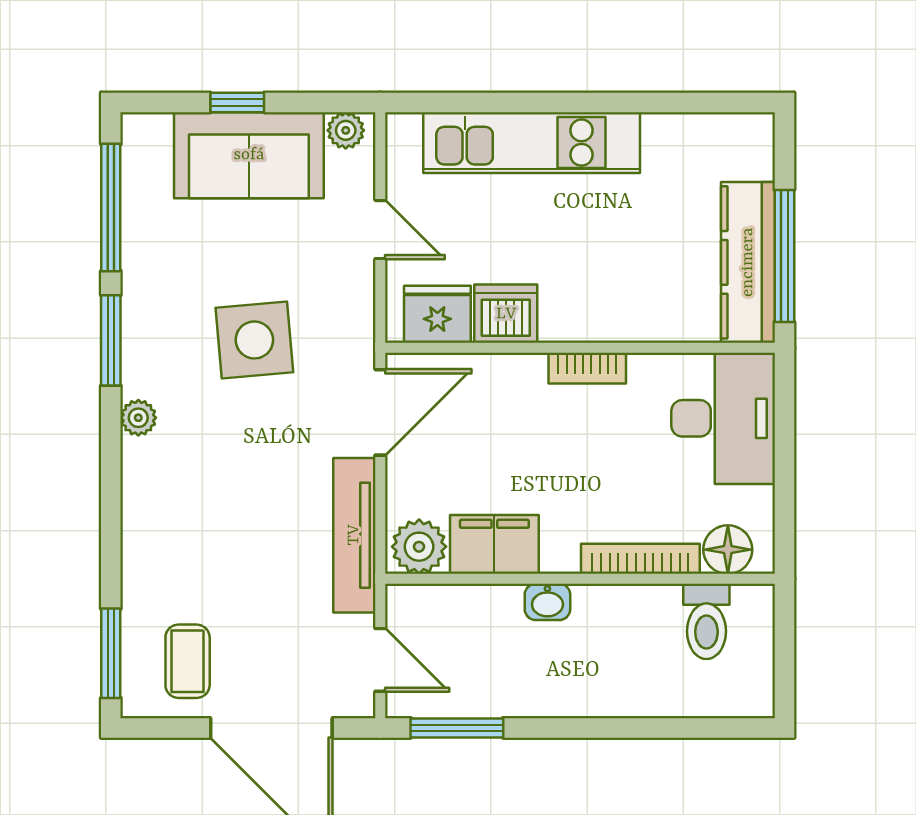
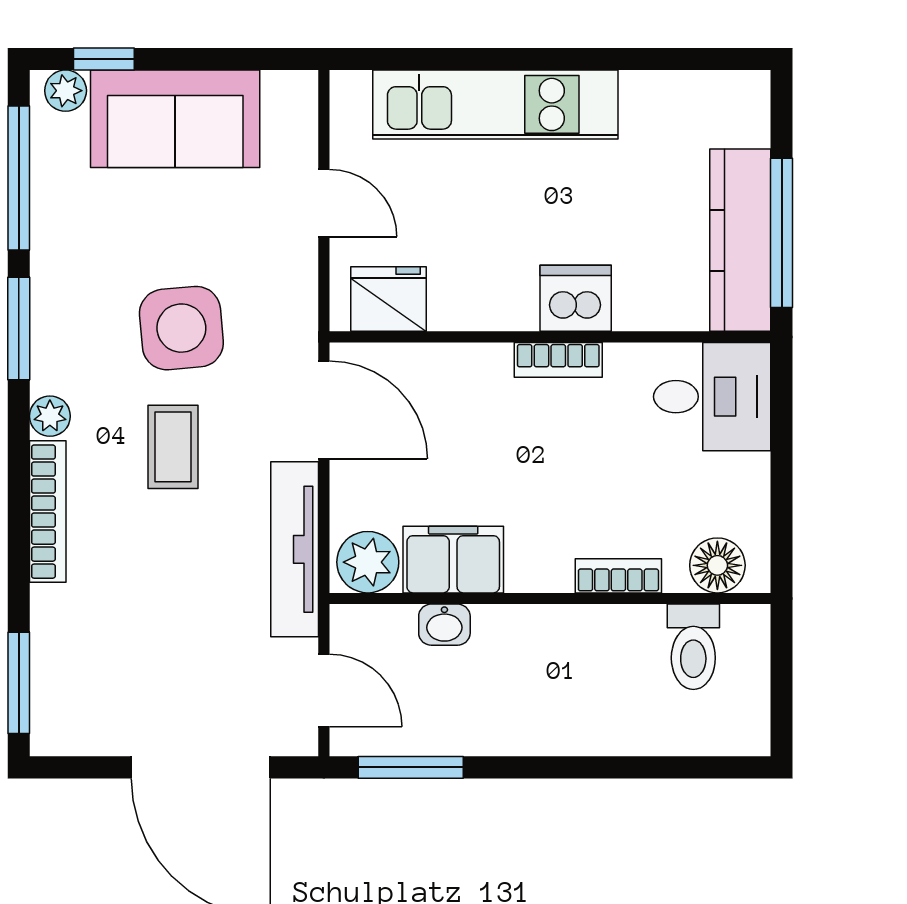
window: (237, 102) -> (104, 59), moved
plant: (346, 130) -> (66, 91), moved
dishwasher: (506, 314) -> (576, 298), moved
door: (380, 412) -> (324, 410), hinge flipped
desk: (723, 418) -> (712, 397), width x0.73
bookcase: (136, 502) -> (48, 512), added
bookcase: (640, 559) -> (618, 576), width x0.64
washbasin: (547, 602) -> (444, 625), moved
coffee table: (188, 661) -> (173, 447), moved

